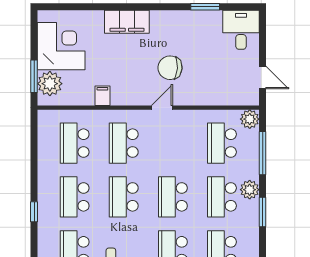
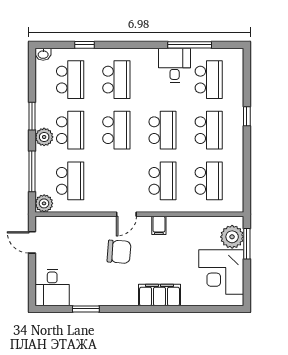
filing cabinet: (102, 96) -> (159, 225), moved

